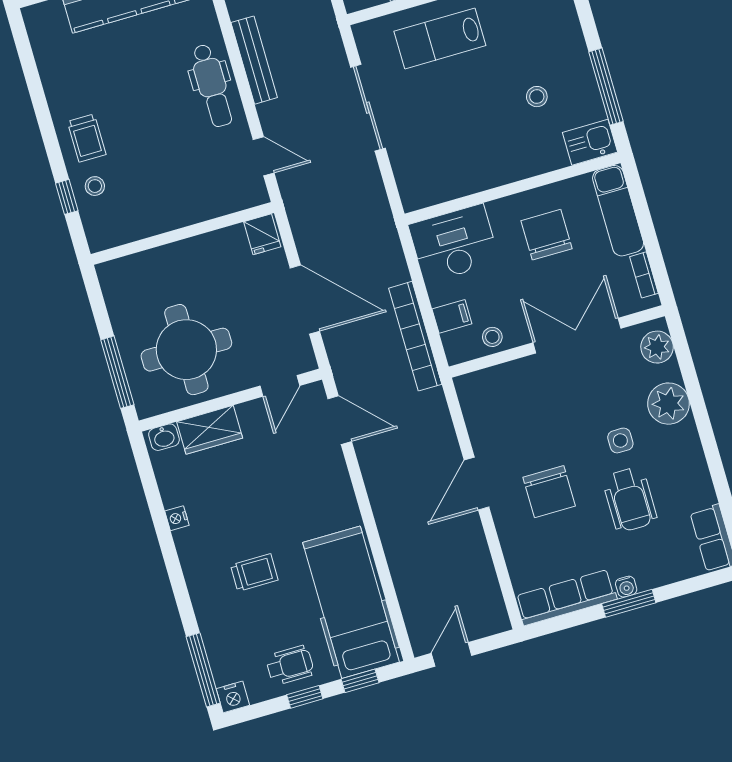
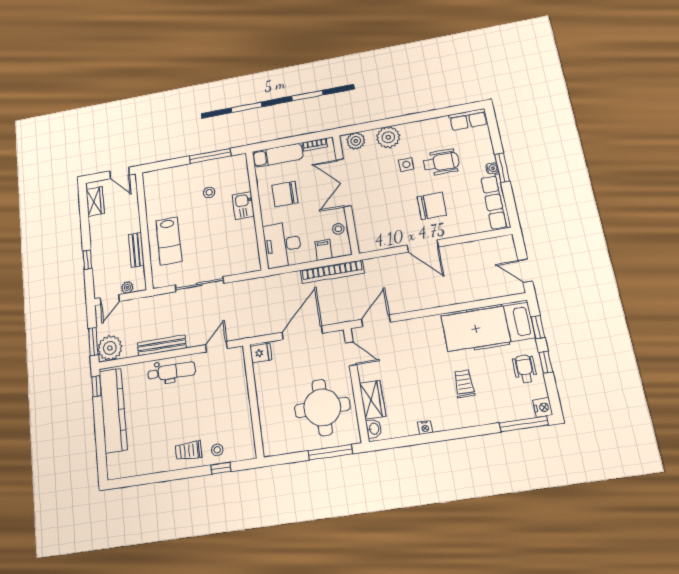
trolley: (87, 138) -> (189, 451), turned 180
kitchen sink: (590, 142) -> (243, 206), moved

